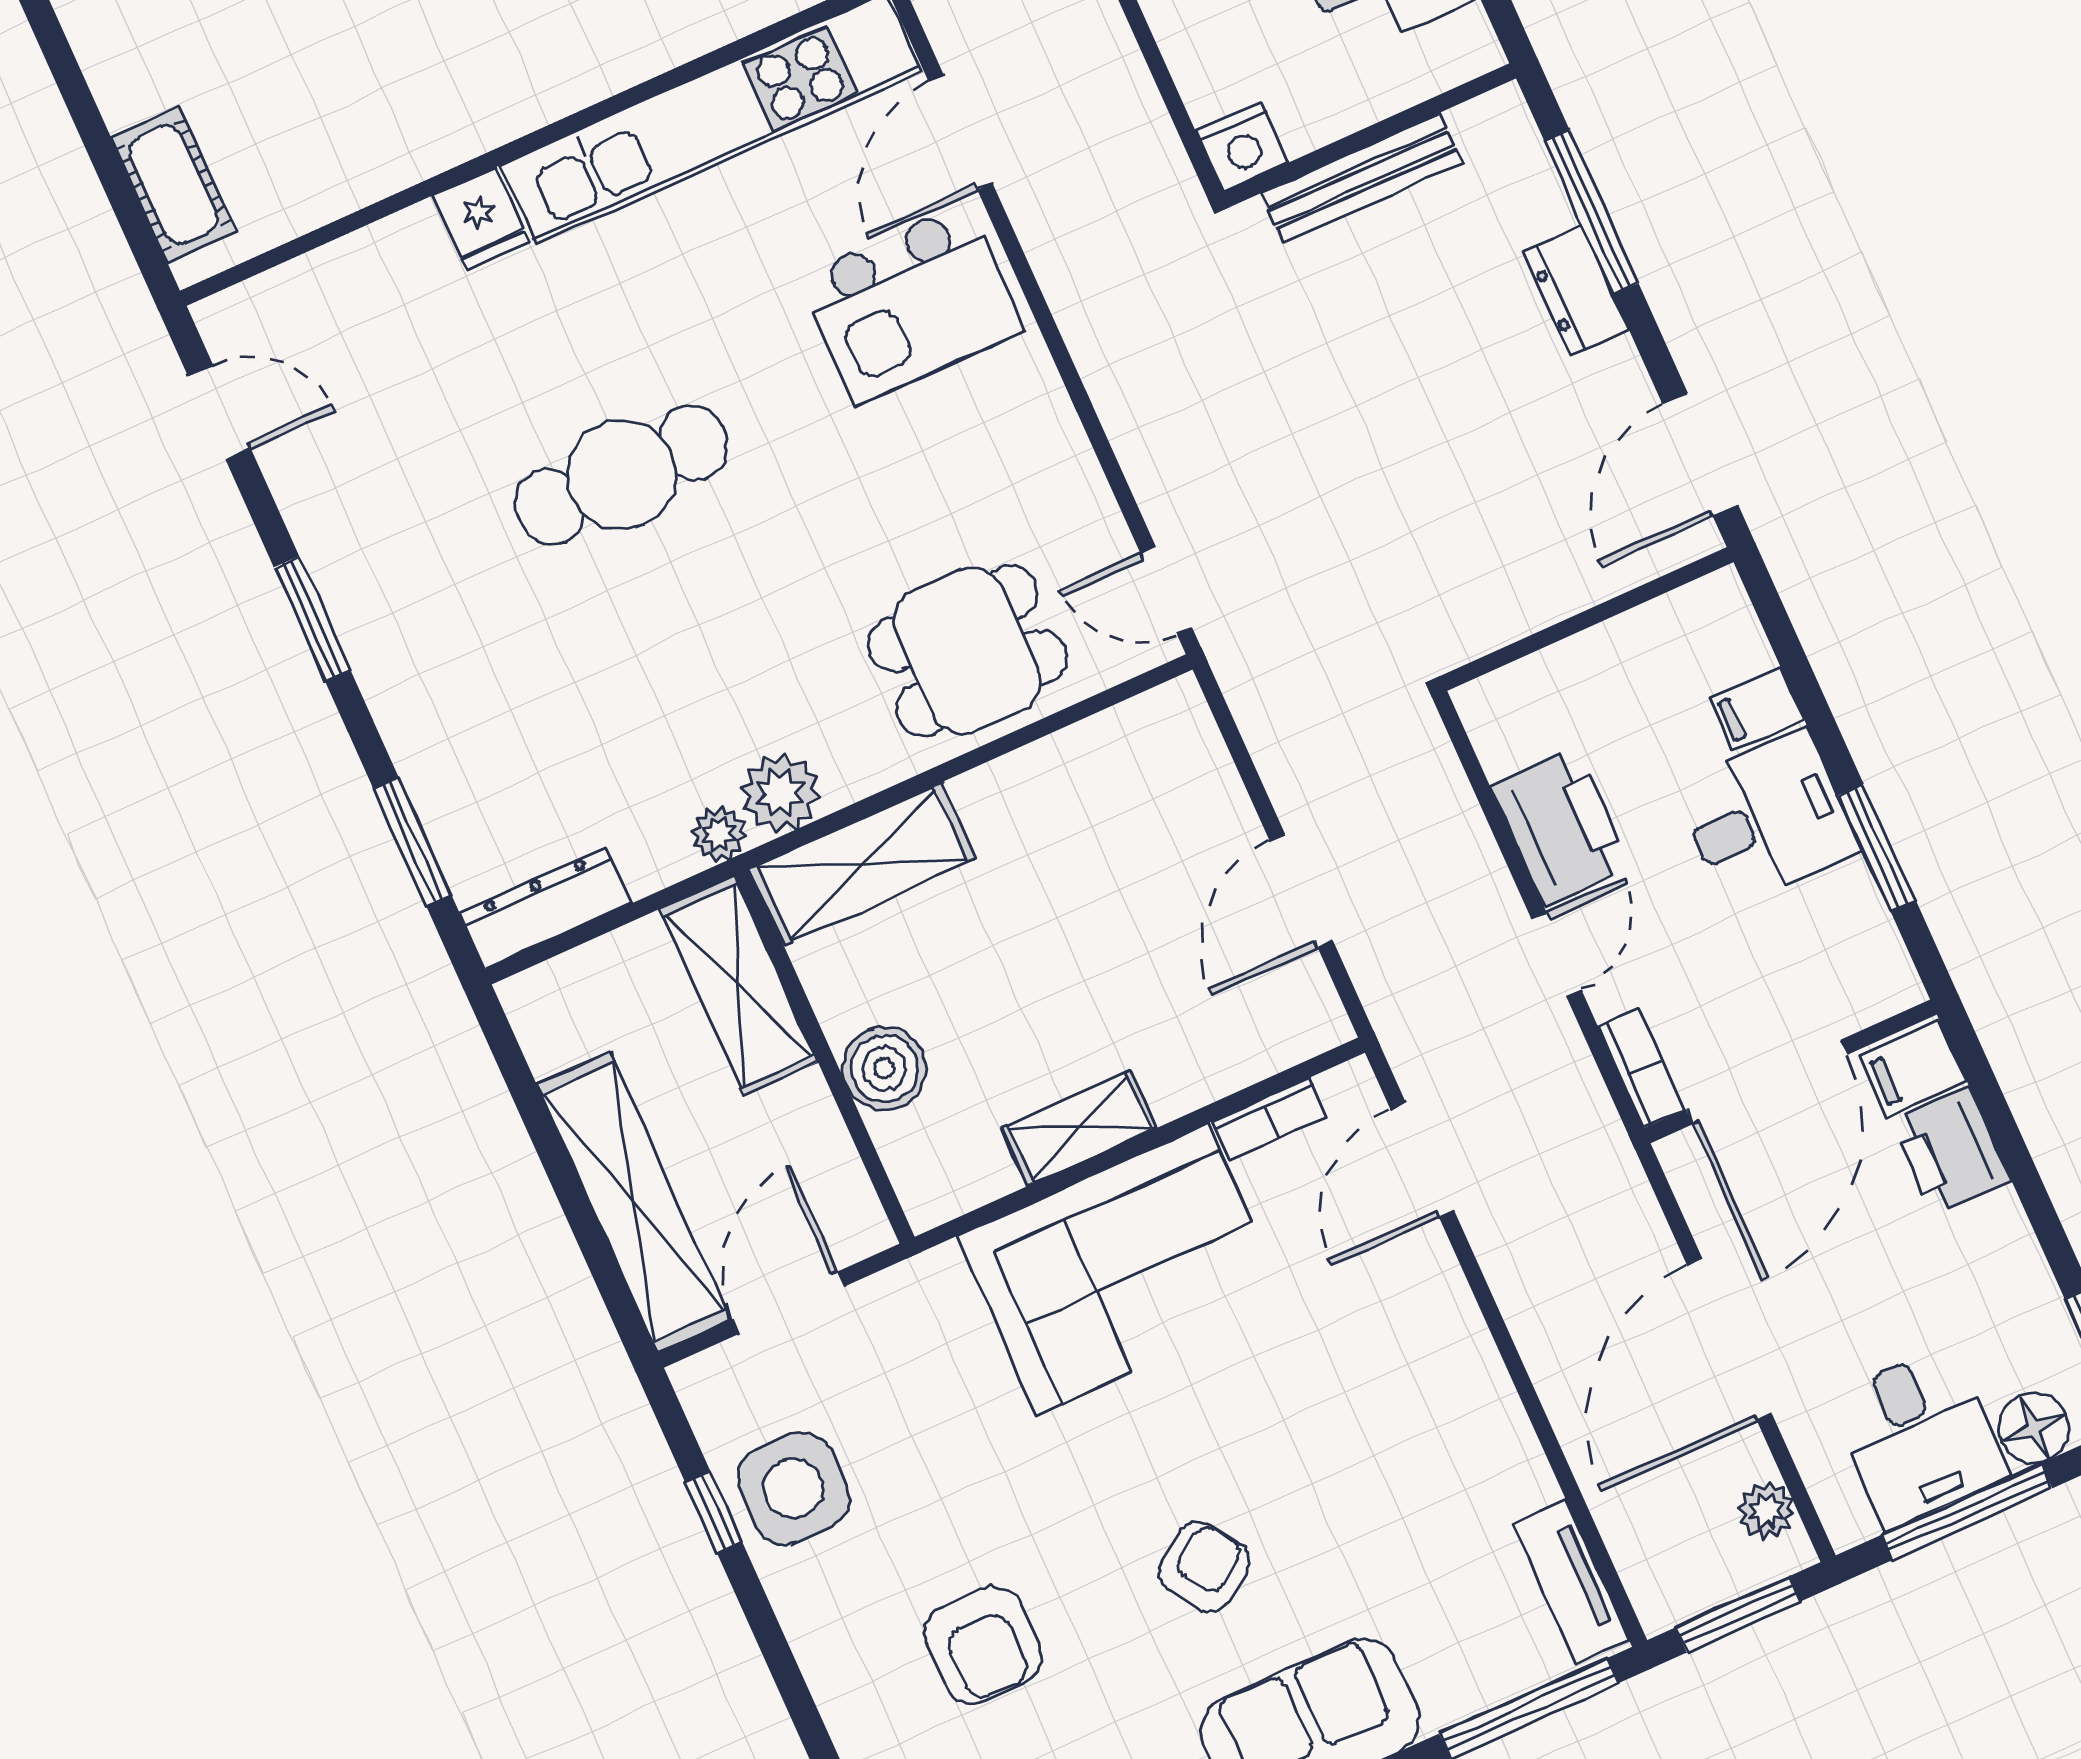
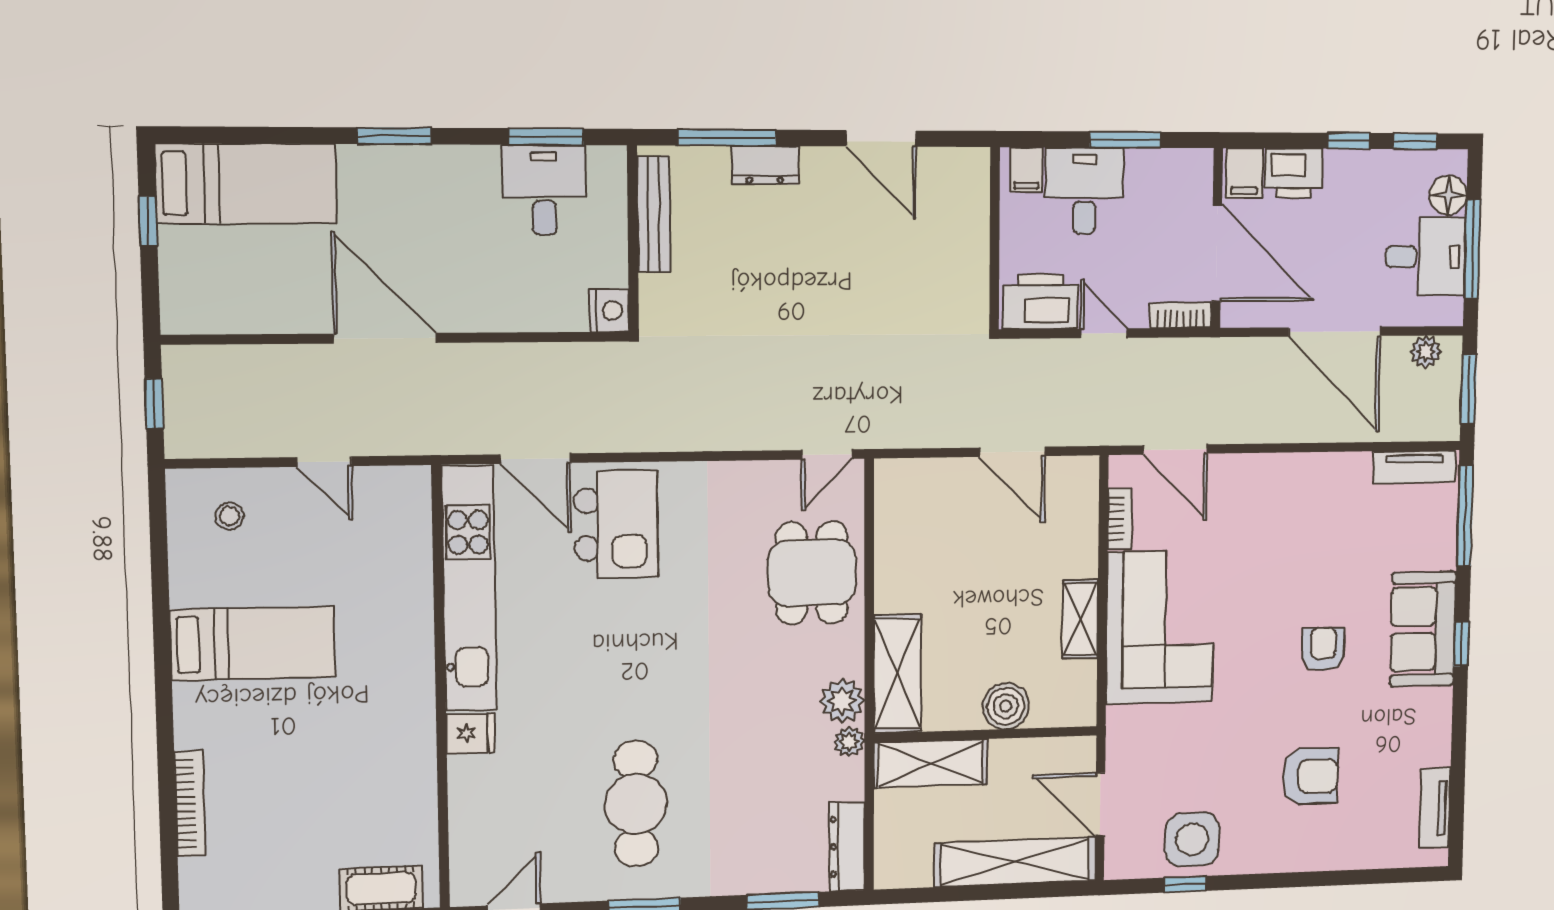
bench: (1361, 178) -> (654, 214), moved
cafe table: (621, 475) -> (636, 804), moved
wall: (1587, 619) -> (995, 239), moved
window: (2044, 1219) -> (1349, 141), added
armchair: (1204, 1567) -> (1323, 649), turned 34

